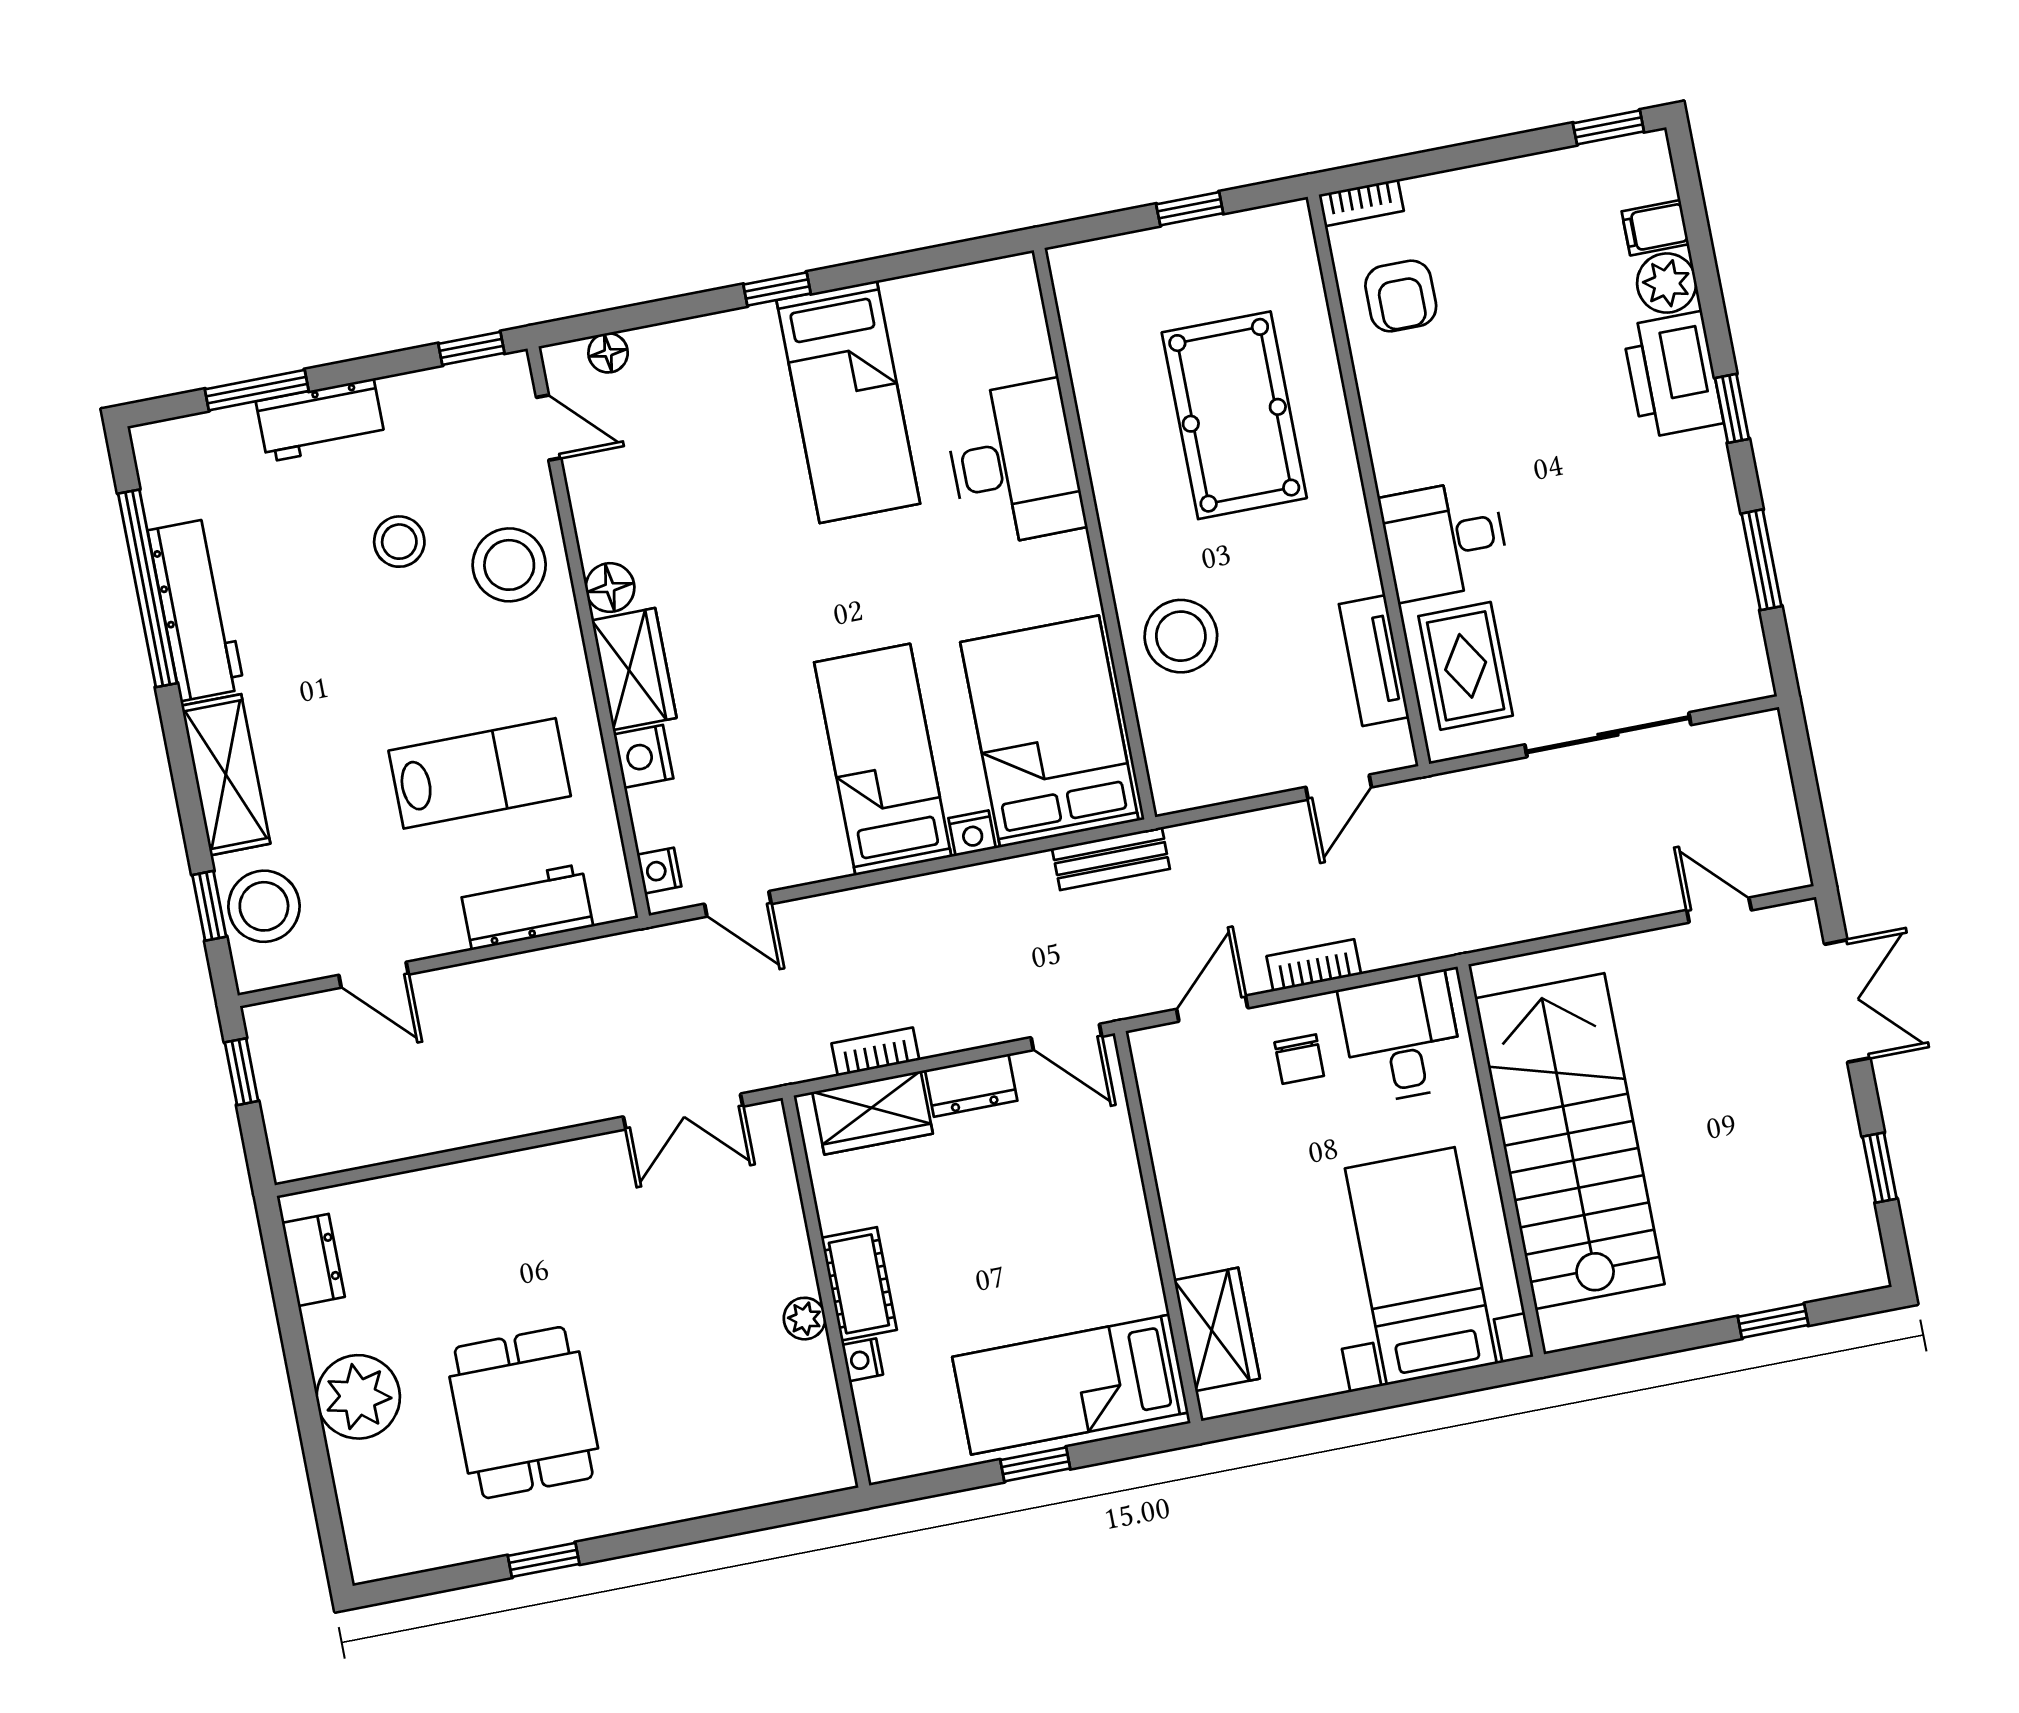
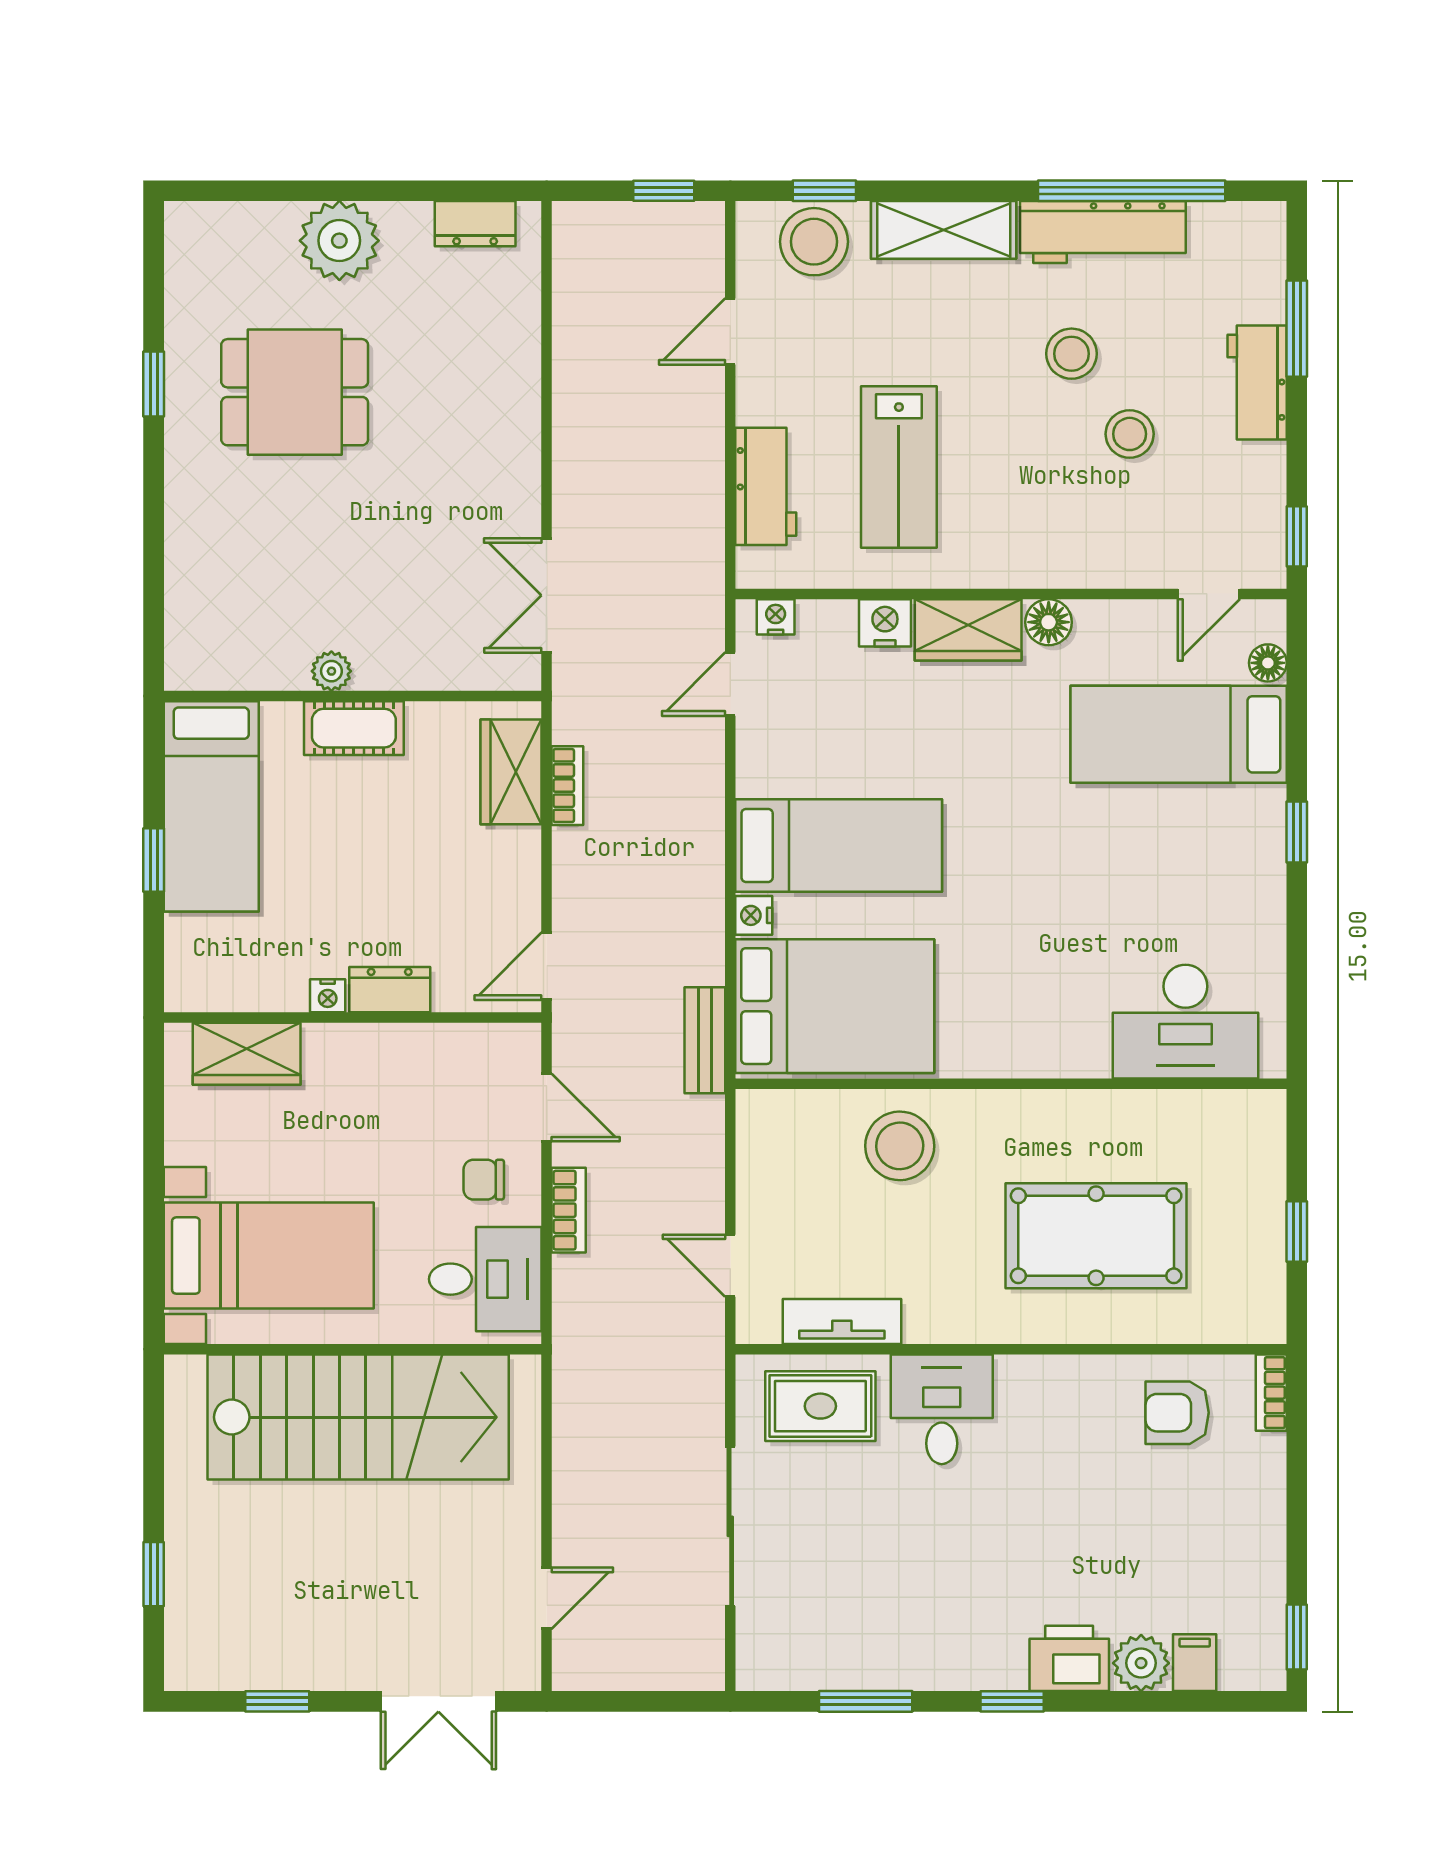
printer: (1673, 375) -> (1069, 1658), width x0.73, depth x0.84
bed: (848, 402) -> (1179, 734), moved
desk: (1014, 463) -> (1185, 1022), moved
stool: (509, 565) -> (1071, 354), moved, width x0.73, depth x0.73
dresser: (971, 1085) -> (390, 990), moved, turned 90
nightstand: (862, 1360) -> (328, 996), moved, turned 180
bed: (1070, 1385) -> (211, 806), moved, turned 180

